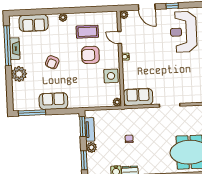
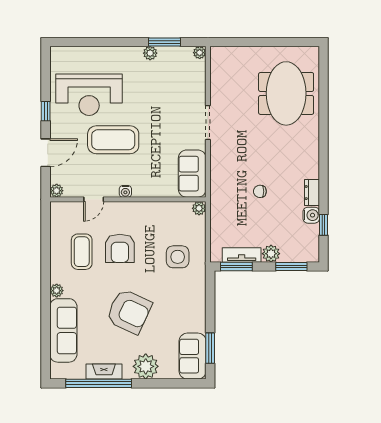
sofa: (34, 23) -> (63, 330), width x1.36
coffee table: (157, 48) -> (113, 140), added
armchair: (52, 62) -> (129, 311), width x1.88, depth x1.88
side table: (111, 76) -> (178, 257), moved
sofa: (53, 101) -> (193, 356), moved
window: (32, 113) -> (210, 348), width x0.69

